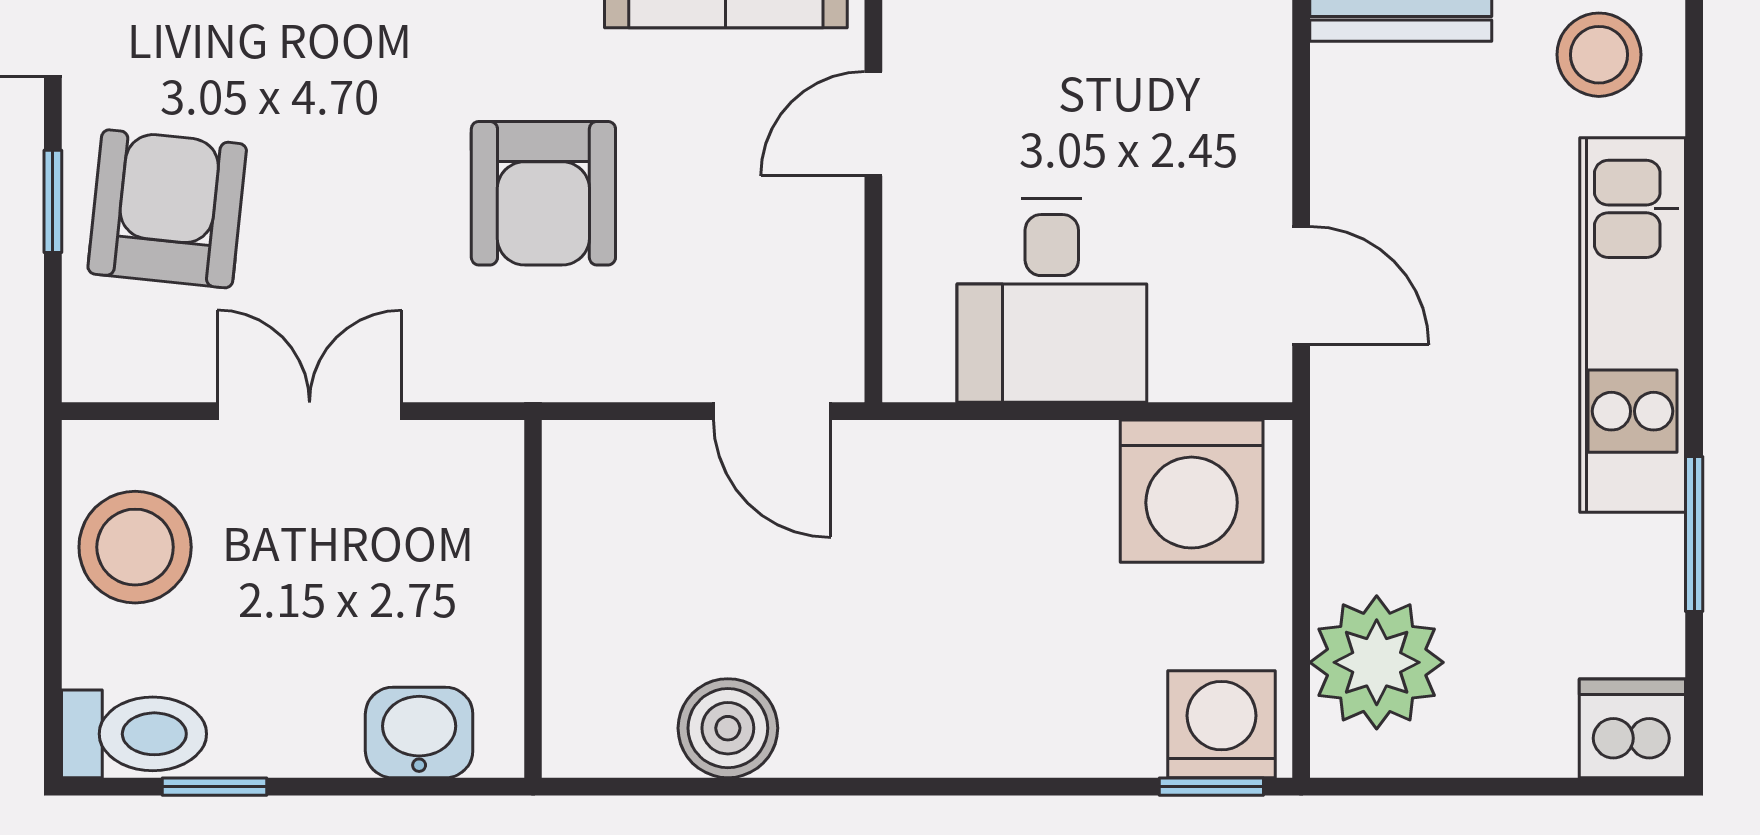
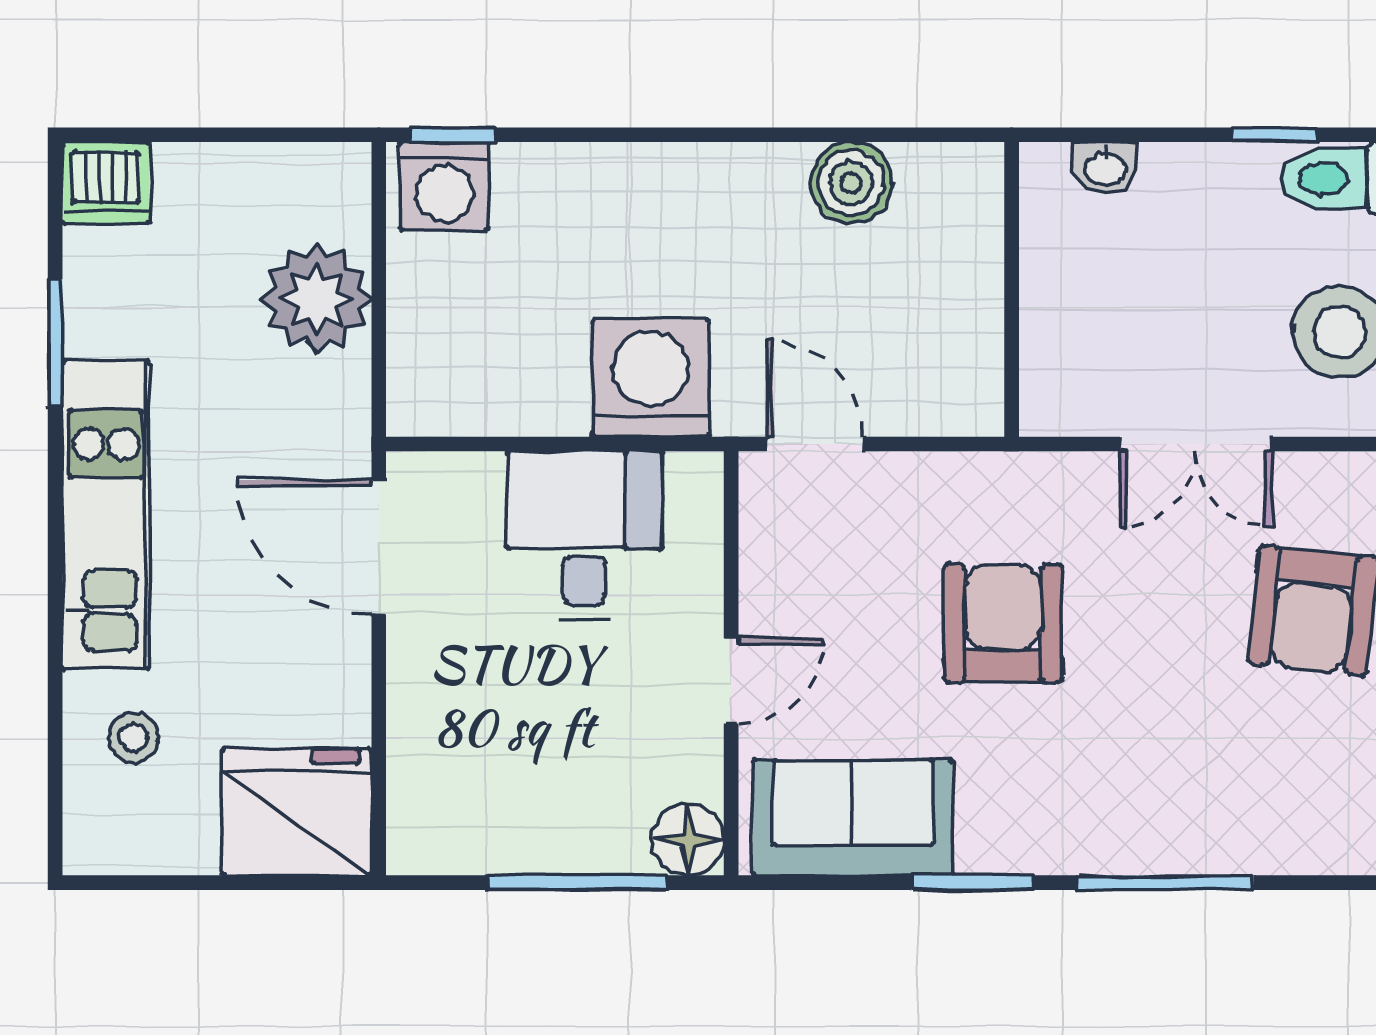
stool: (1599, 55) -> (133, 738), width x0.73, depth x0.73
door: (1301, 286) -> (379, 547), width x1.38
washing machine: (1192, 491) -> (651, 378), moved
plant: (1377, 662) -> (317, 299), moved
washbasin: (419, 732) -> (1105, 168), width x0.72, depth x0.69

